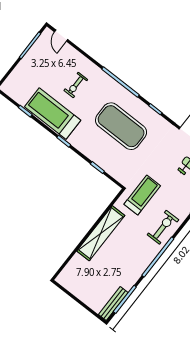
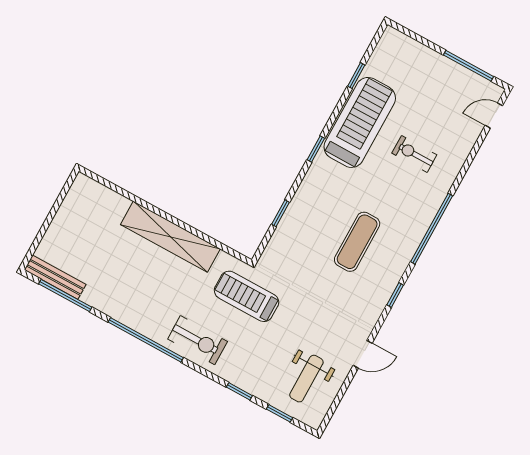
exercise mat: (121, 126) -> (357, 242), width x0.50, depth x0.69
treadmill: (142, 195) -> (247, 296), turned 180

